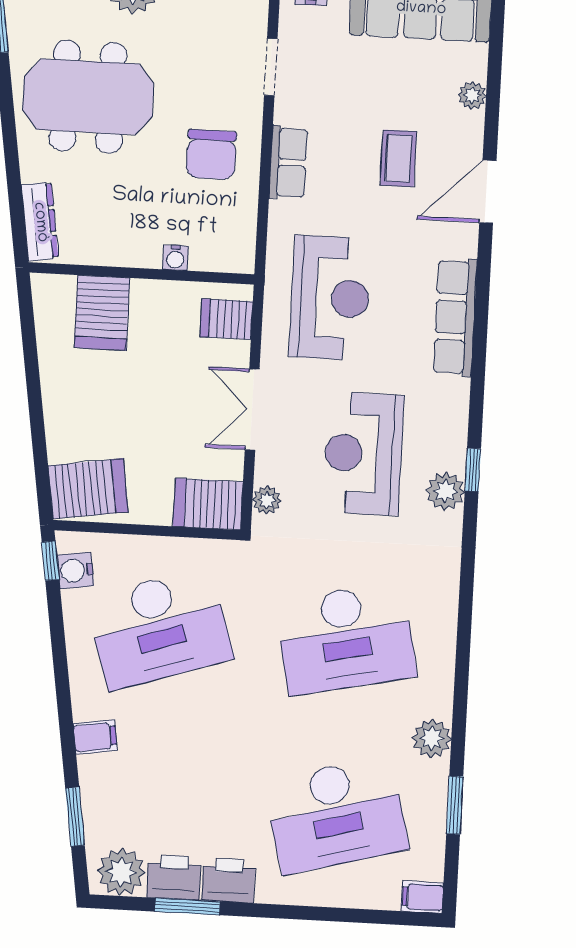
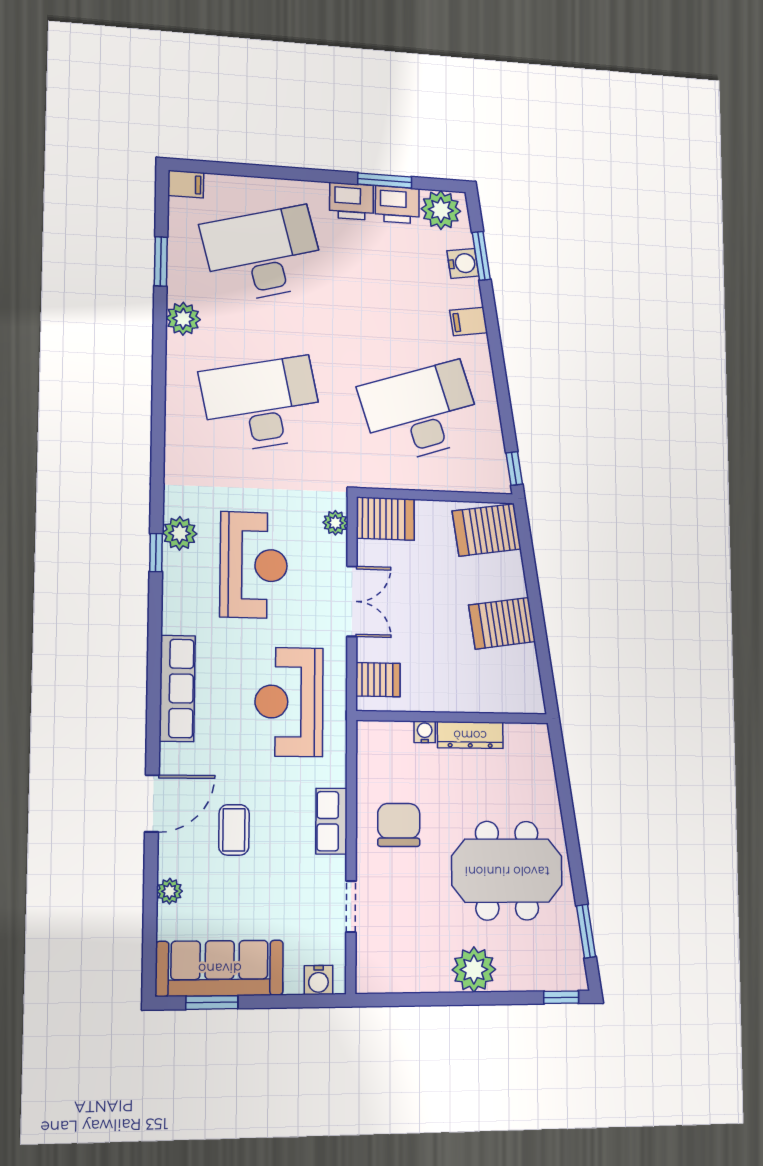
dresser: (40, 222) -> (470, 735), moved, turned -81
server rack: (102, 313) -> (502, 623), moved, turned -99
water cooler: (75, 570) -> (463, 263), moved

